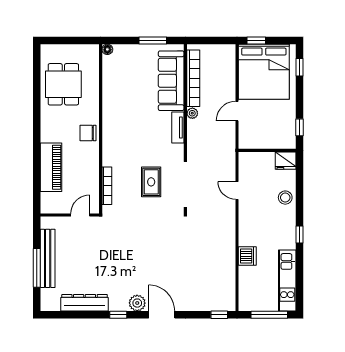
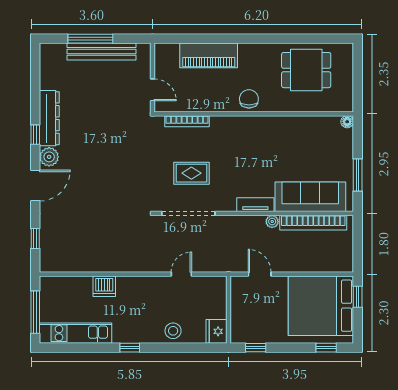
door: (237, 111) -> (260, 274), moved
dresser: (85, 303) -> (49, 118), moved
window: (219, 315) -> (35, 239), moved

